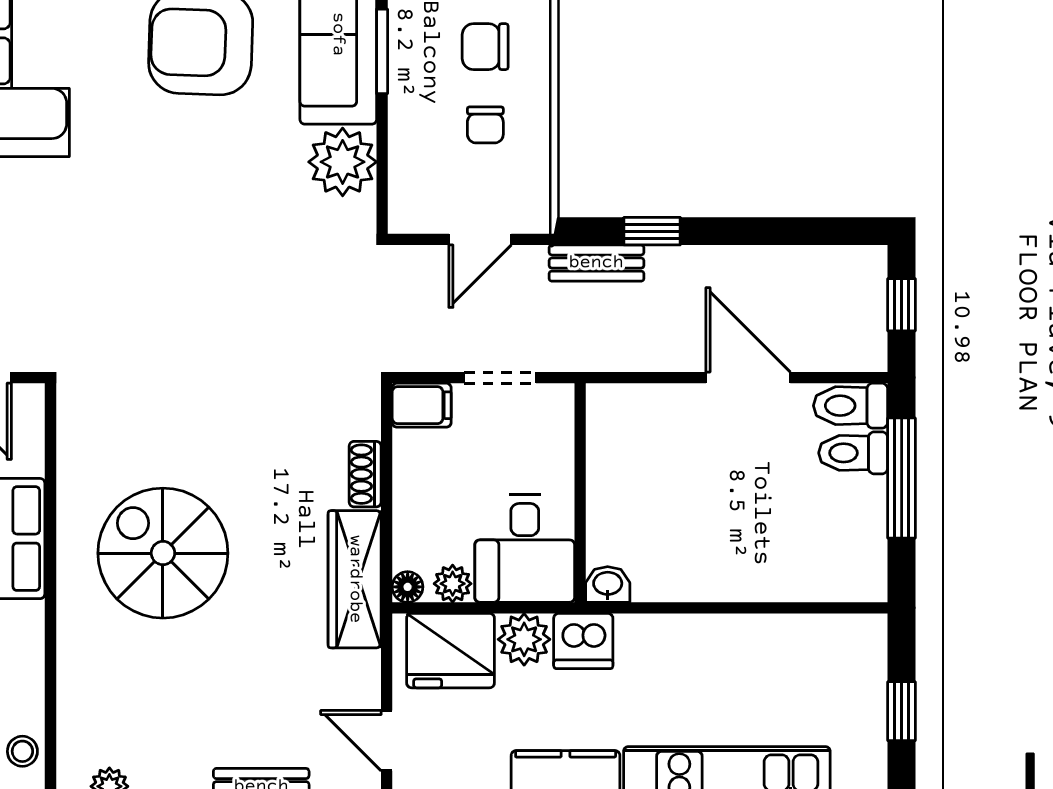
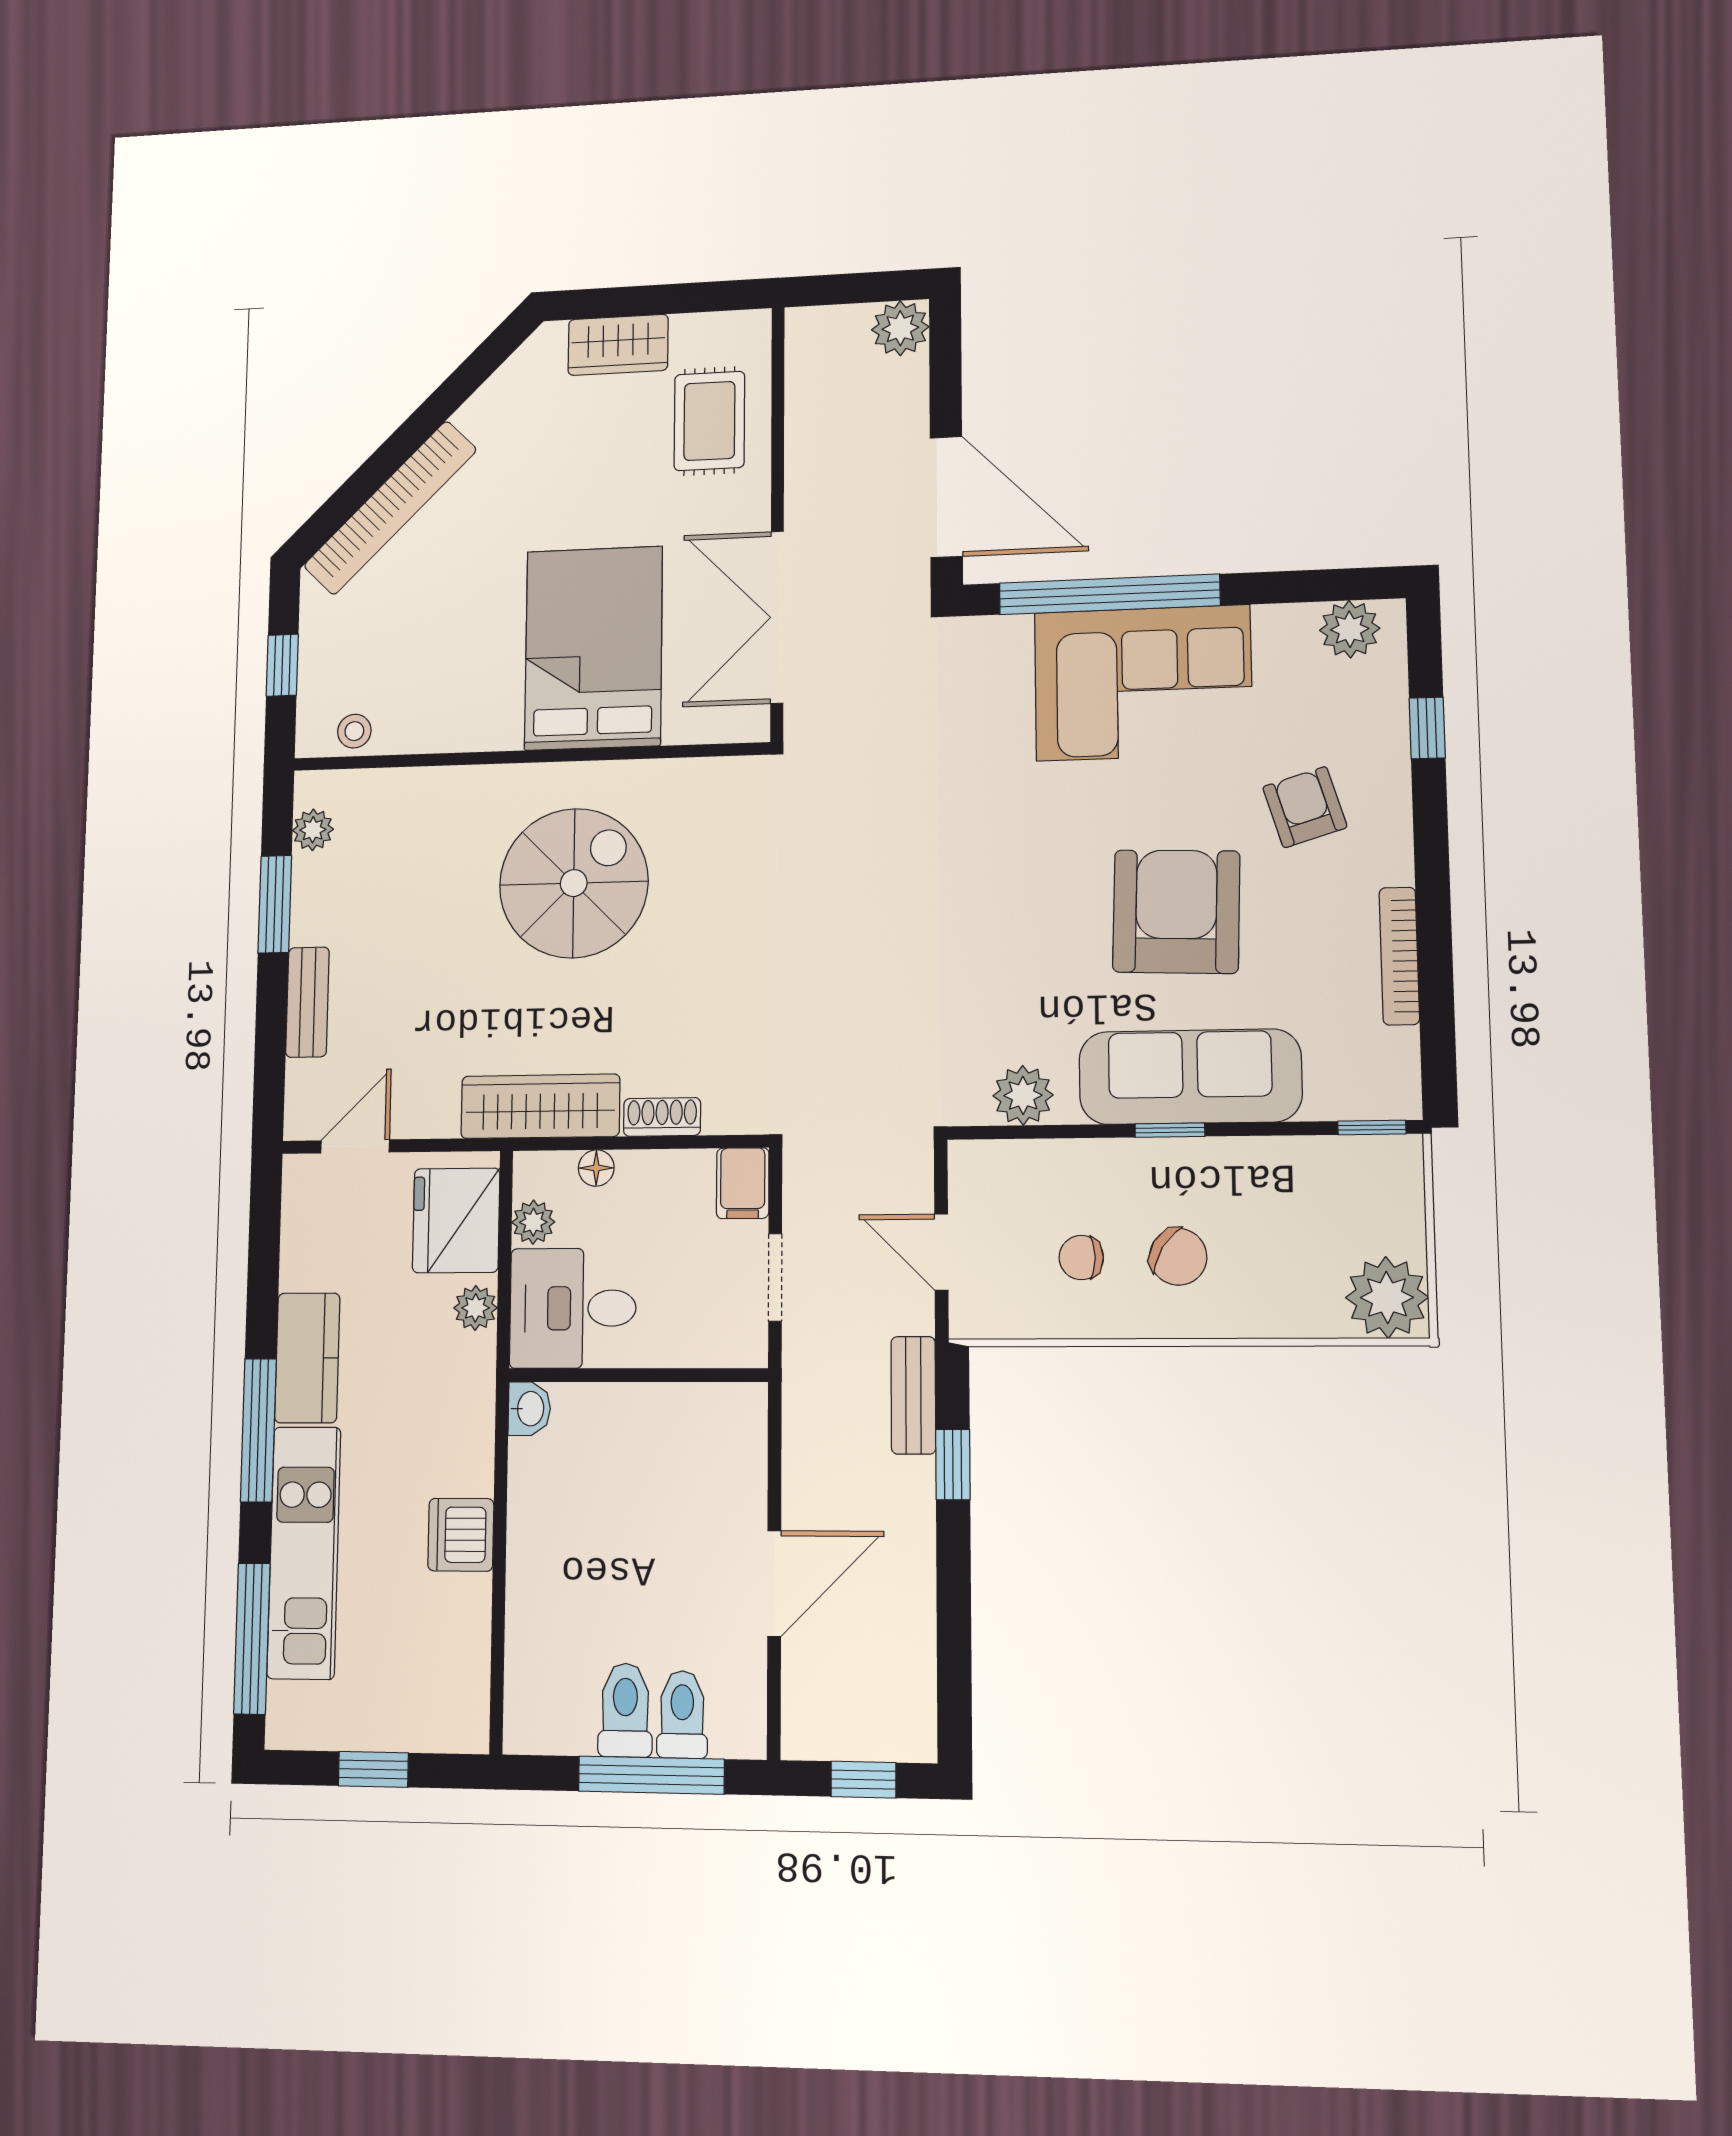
chair: (485, 47) -> (1178, 1257), turned 122
window: (382, 51) -> (1170, 1130), width x0.67
plant: (343, 162) -> (1023, 1095), width x0.73, depth x0.73
toilet: (851, 406) -> (625, 1710), moved
floor lamp: (408, 587) -> (596, 1168), moved
plant: (524, 639) -> (476, 1308), width x0.73, depth x0.73
dishwasher: (583, 641) -> (461, 1535), moved

